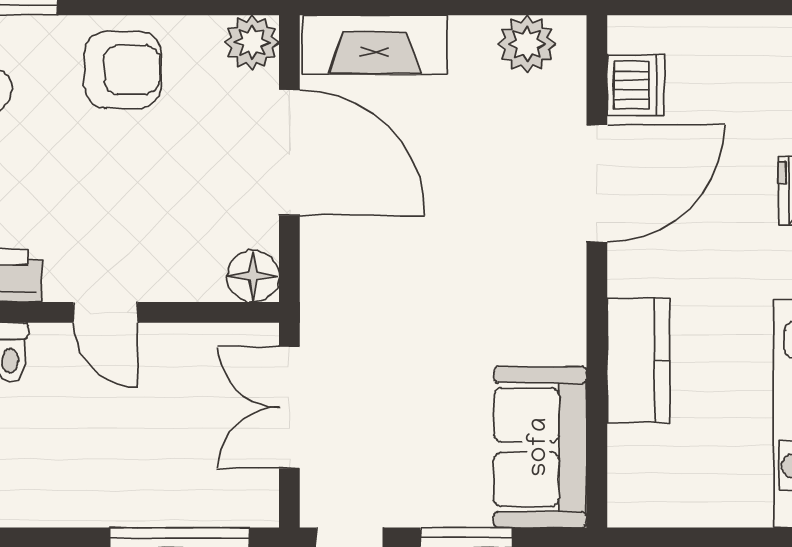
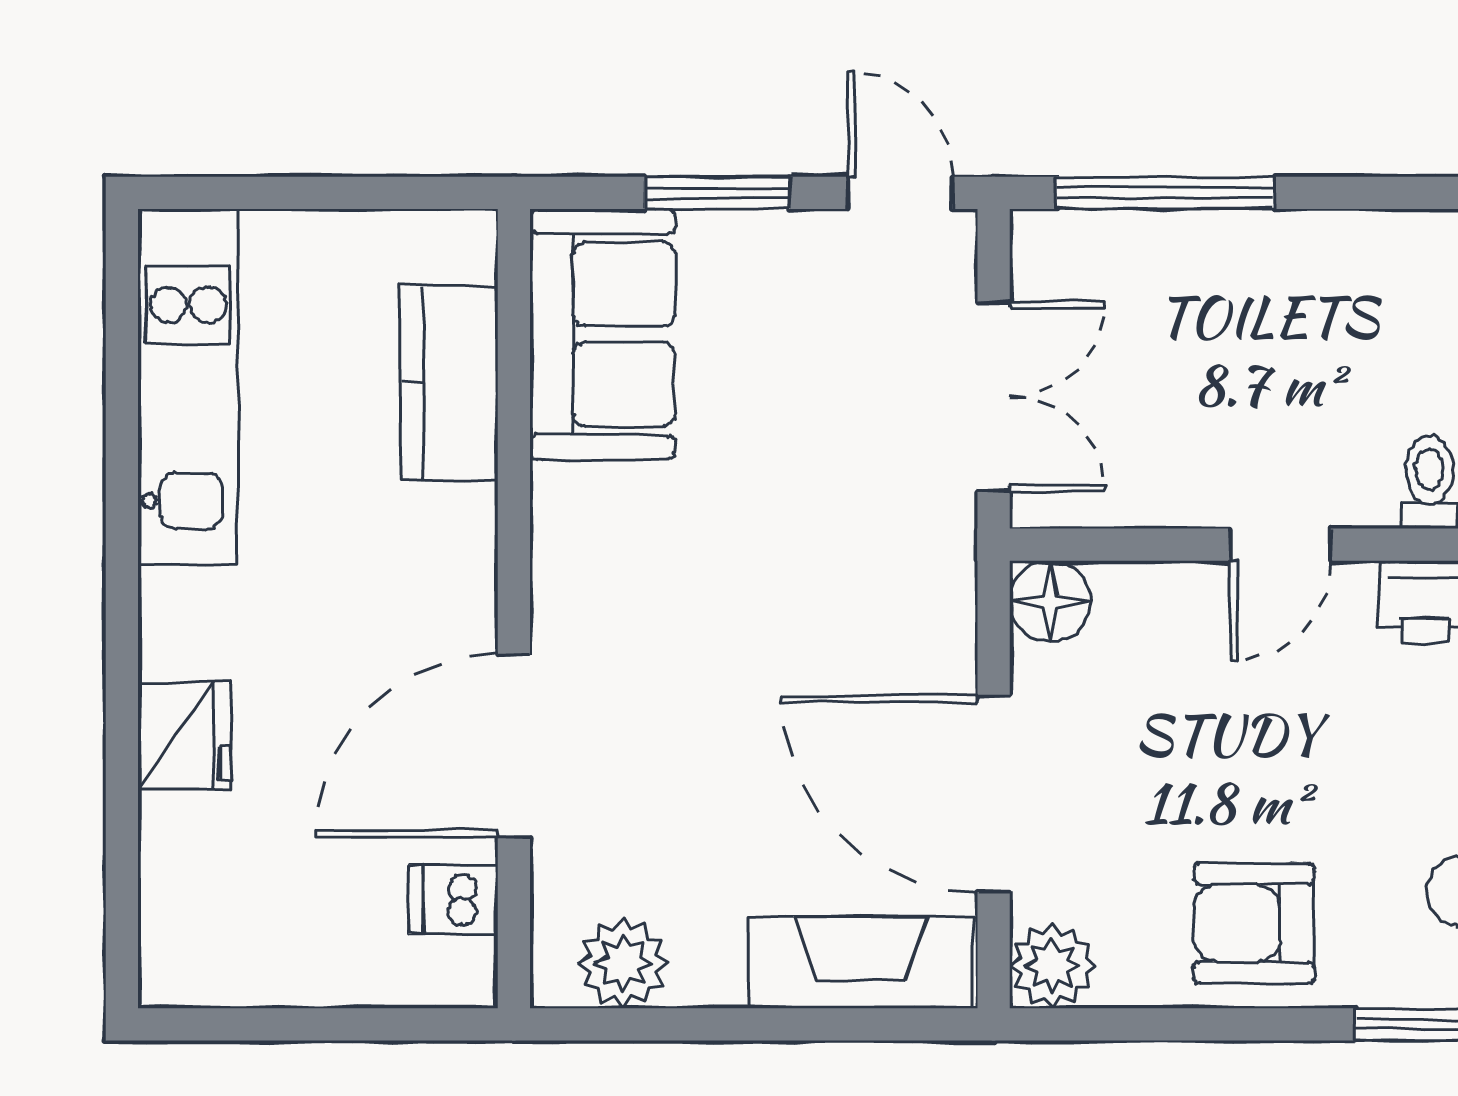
dishwasher: (636, 85) -> (453, 899), width x0.73
door: (106, 312) -> (1280, 545), swing flipped
kitchen counter: (638, 360) -> (449, 383), moved

